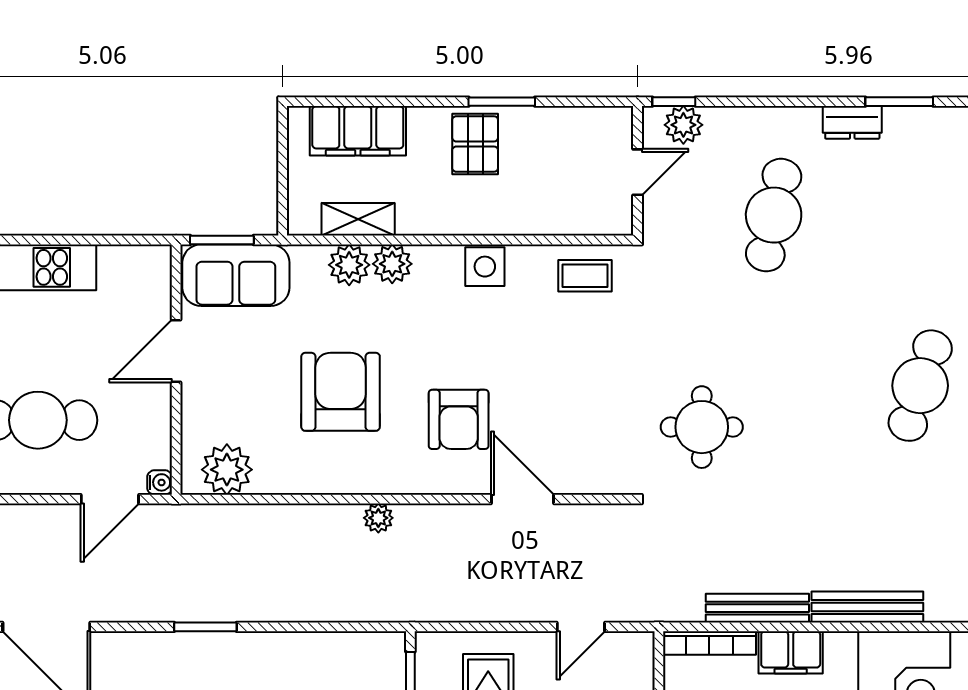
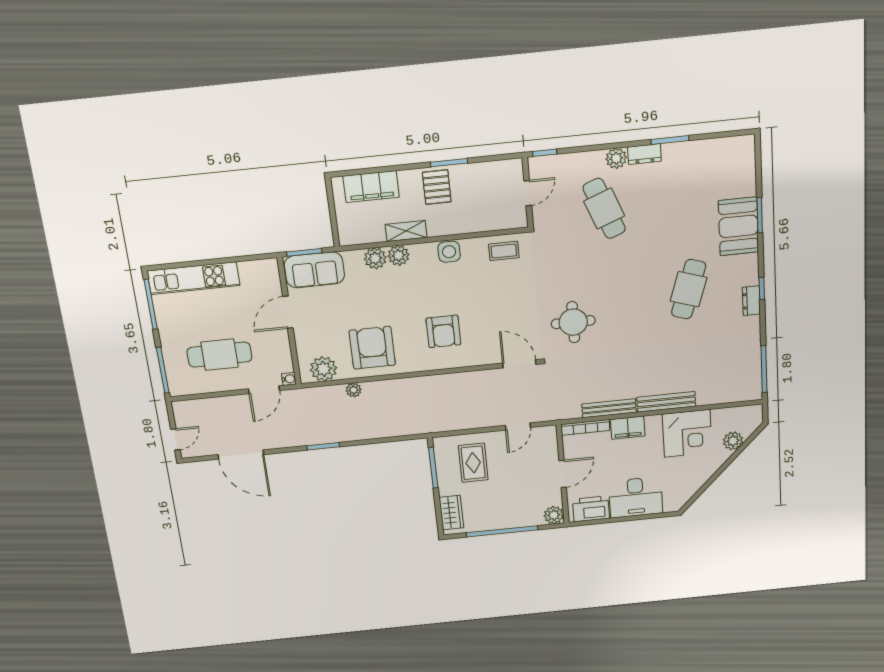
plant: (683, 125) -> (616, 158), moved
cafe table: (774, 215) -> (604, 208), turned -33
shelving: (358, 219) -> (406, 231), moved
armchair: (341, 392) -> (372, 348), moved
door: (522, 499) -> (519, 364), moved
plant: (378, 518) -> (354, 390), moved

